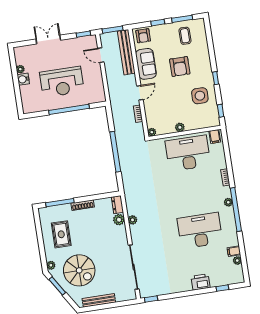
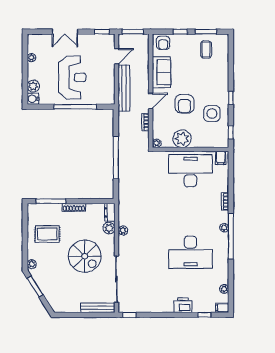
double door: (48, 40) -> (65, 32), swing flipped
bench: (126, 52) -> (124, 88), moved
door: (101, 55) -> (117, 56), swing flipped
armchair: (180, 66) -> (184, 104), moved
water cooler: (23, 79) -> (33, 99), moved
reception desk: (62, 82) -> (72, 77), turned -90
plant: (26, 96) -> (33, 86), added
plant: (180, 127) -> (182, 139), width x1.87, depth x1.87
desk: (200, 231) -> (190, 252), turned 180
rug: (61, 234) -> (47, 234), turned 90
filing cabinet: (234, 251) -> (222, 308), moved
spiral stairs: (79, 270) -> (85, 256), moved
bench: (99, 300) -> (98, 308), moved

